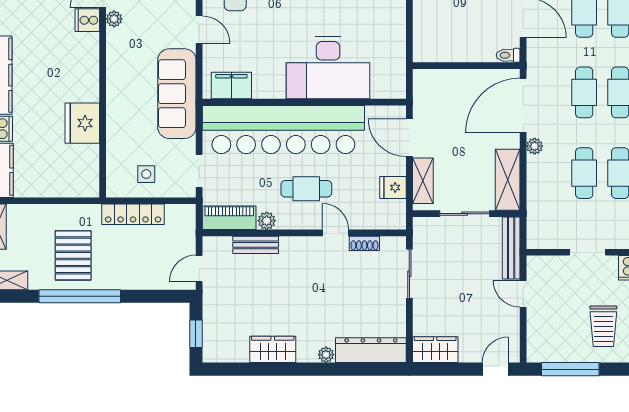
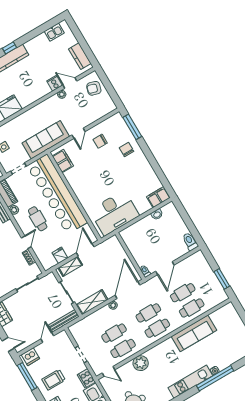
desk: (328, 68) -> (114, 213), moved, turned -90
door: (523, 105) -> (128, 290), hinge flipped
dishwasher: (539, 343) -> (30, 357), added

